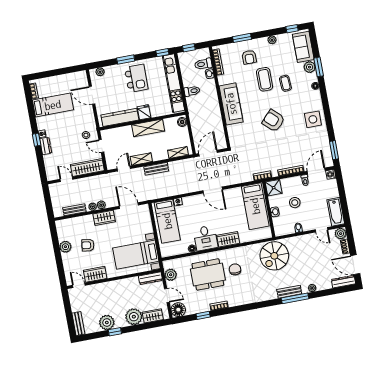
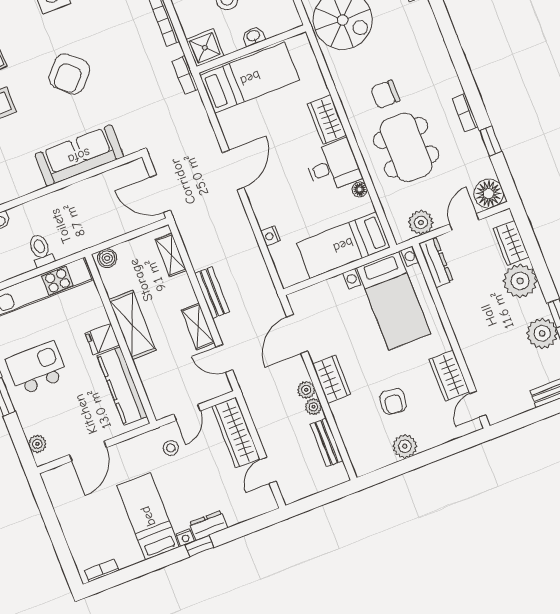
sofa: (231, 104) -> (79, 156), moved
bed: (53, 105) -> (148, 516), moved
bed: (167, 221) -> (343, 245), moved, turned 180

